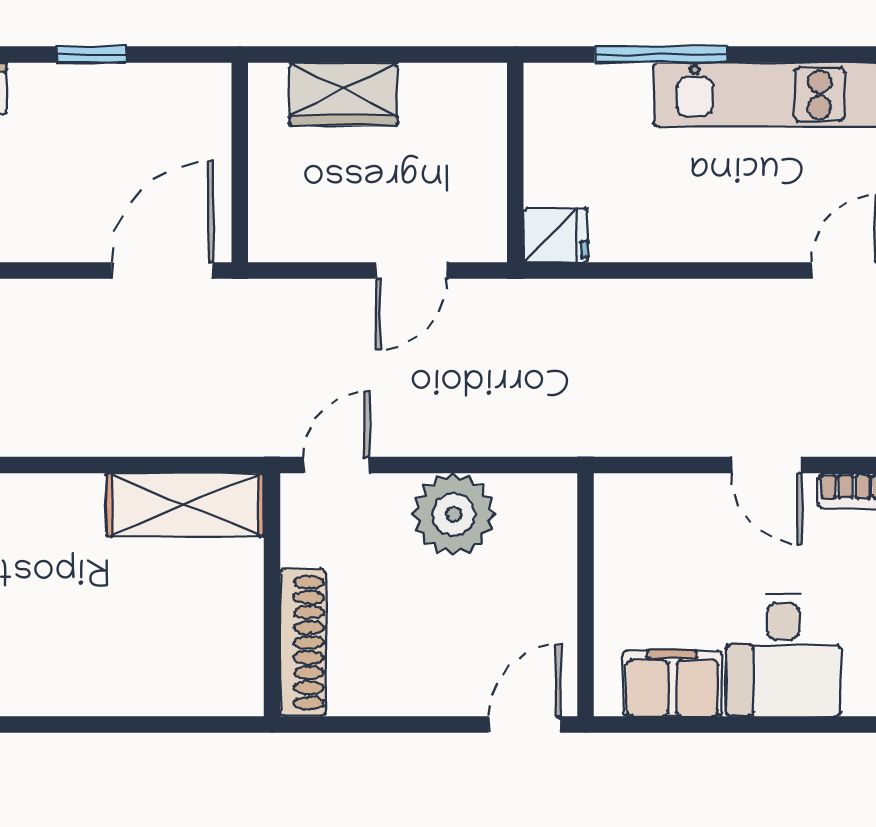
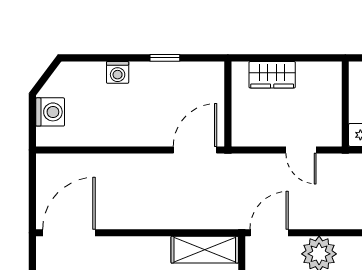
door: (411, 271) -> (301, 150), hinge flipped
door: (336, 465) -> (269, 233), width x1.38

